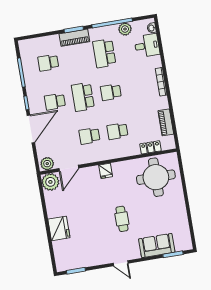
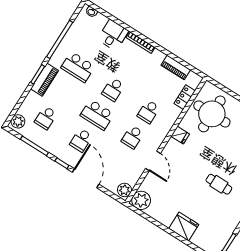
plant: (125, 29) -> (18, 121), moved
desk: (147, 46) -> (113, 35), moved
door: (69, 168) -> (153, 161), moved
fridge: (106, 171) -> (180, 135), moved
cafe table: (122, 219) -> (219, 184), moved

